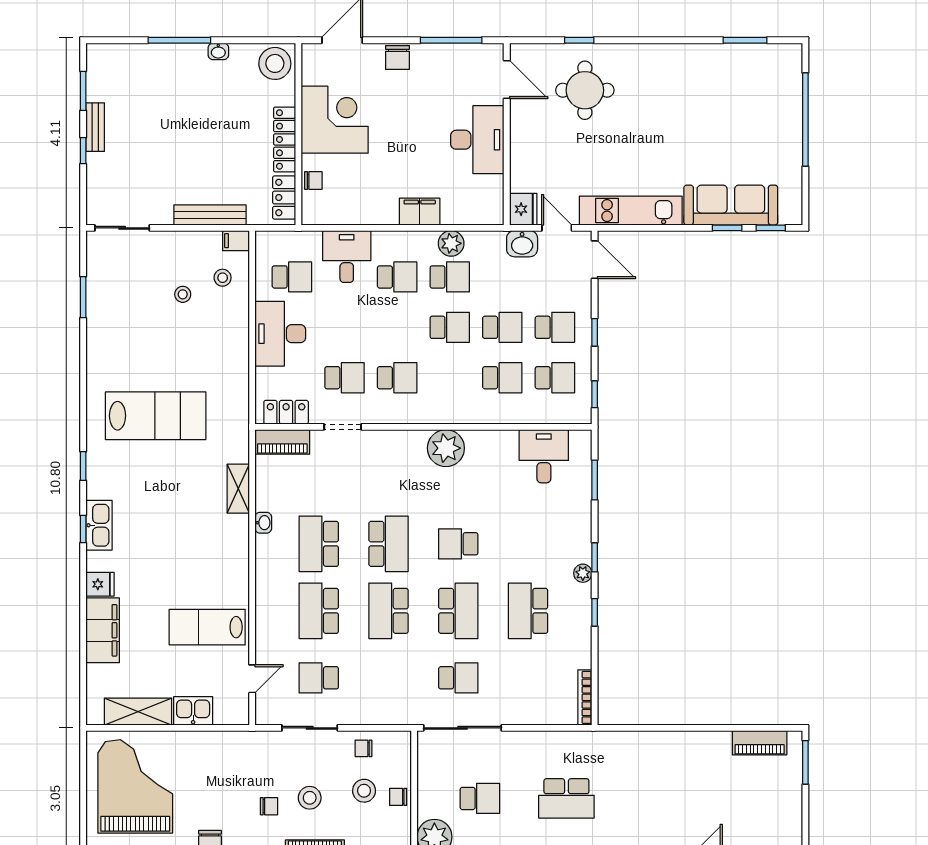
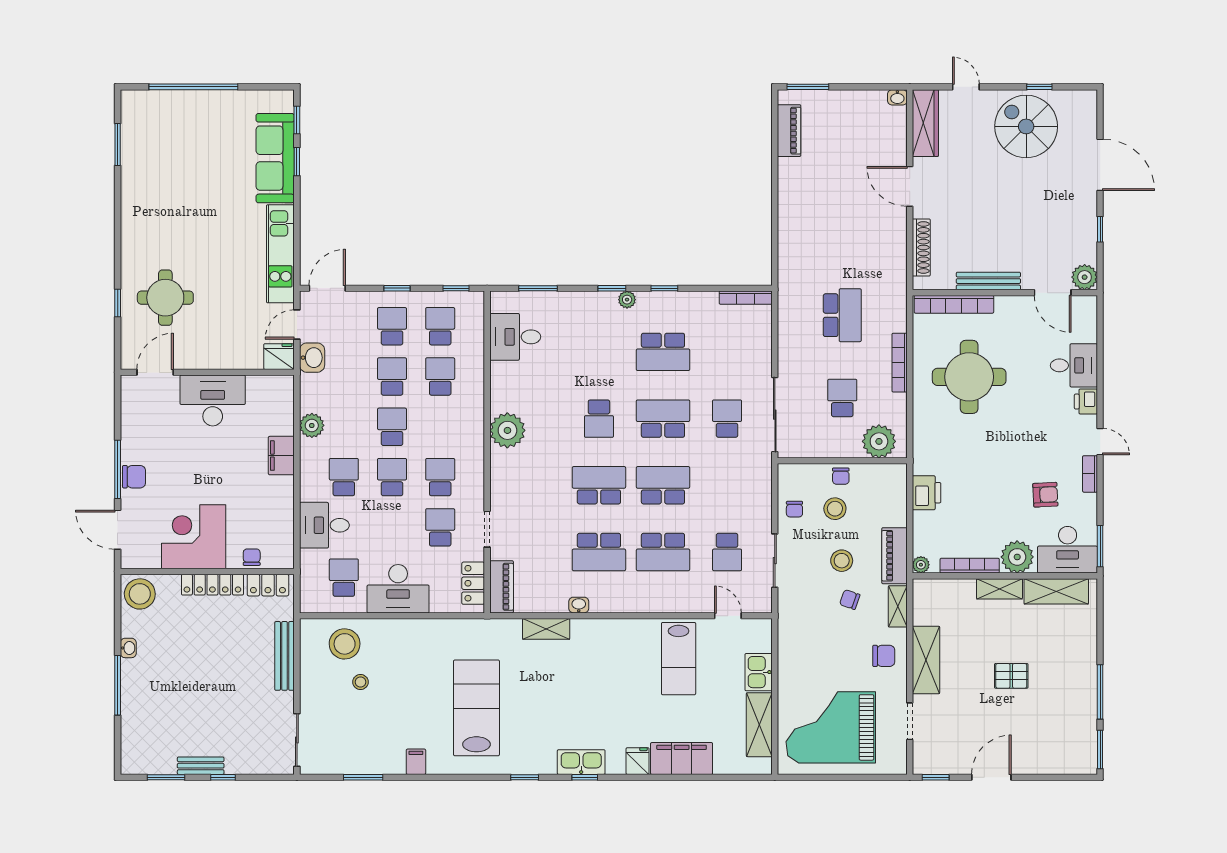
window: (451, 40) -> (118, 469), moved
filing cabinet: (236, 241) -> (416, 762), moved, turned 180
school desk: (450, 277) -> (392, 477), moved
stool: (223, 278) -> (345, 644), width x1.89, depth x1.89
school desk: (389, 611) -> (663, 485), turned 180
chair: (269, 806) -> (850, 600), turned -71

